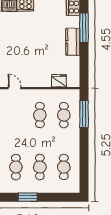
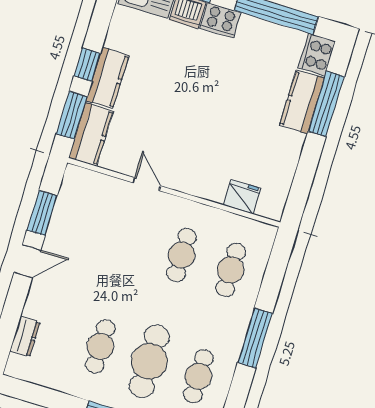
kitchen counter: (73, 42) -> (302, 102), moved
window: (84, 114) -> (255, 338), moved
cafe table: (40, 167) -> (149, 361), width x1.37, depth x1.35

